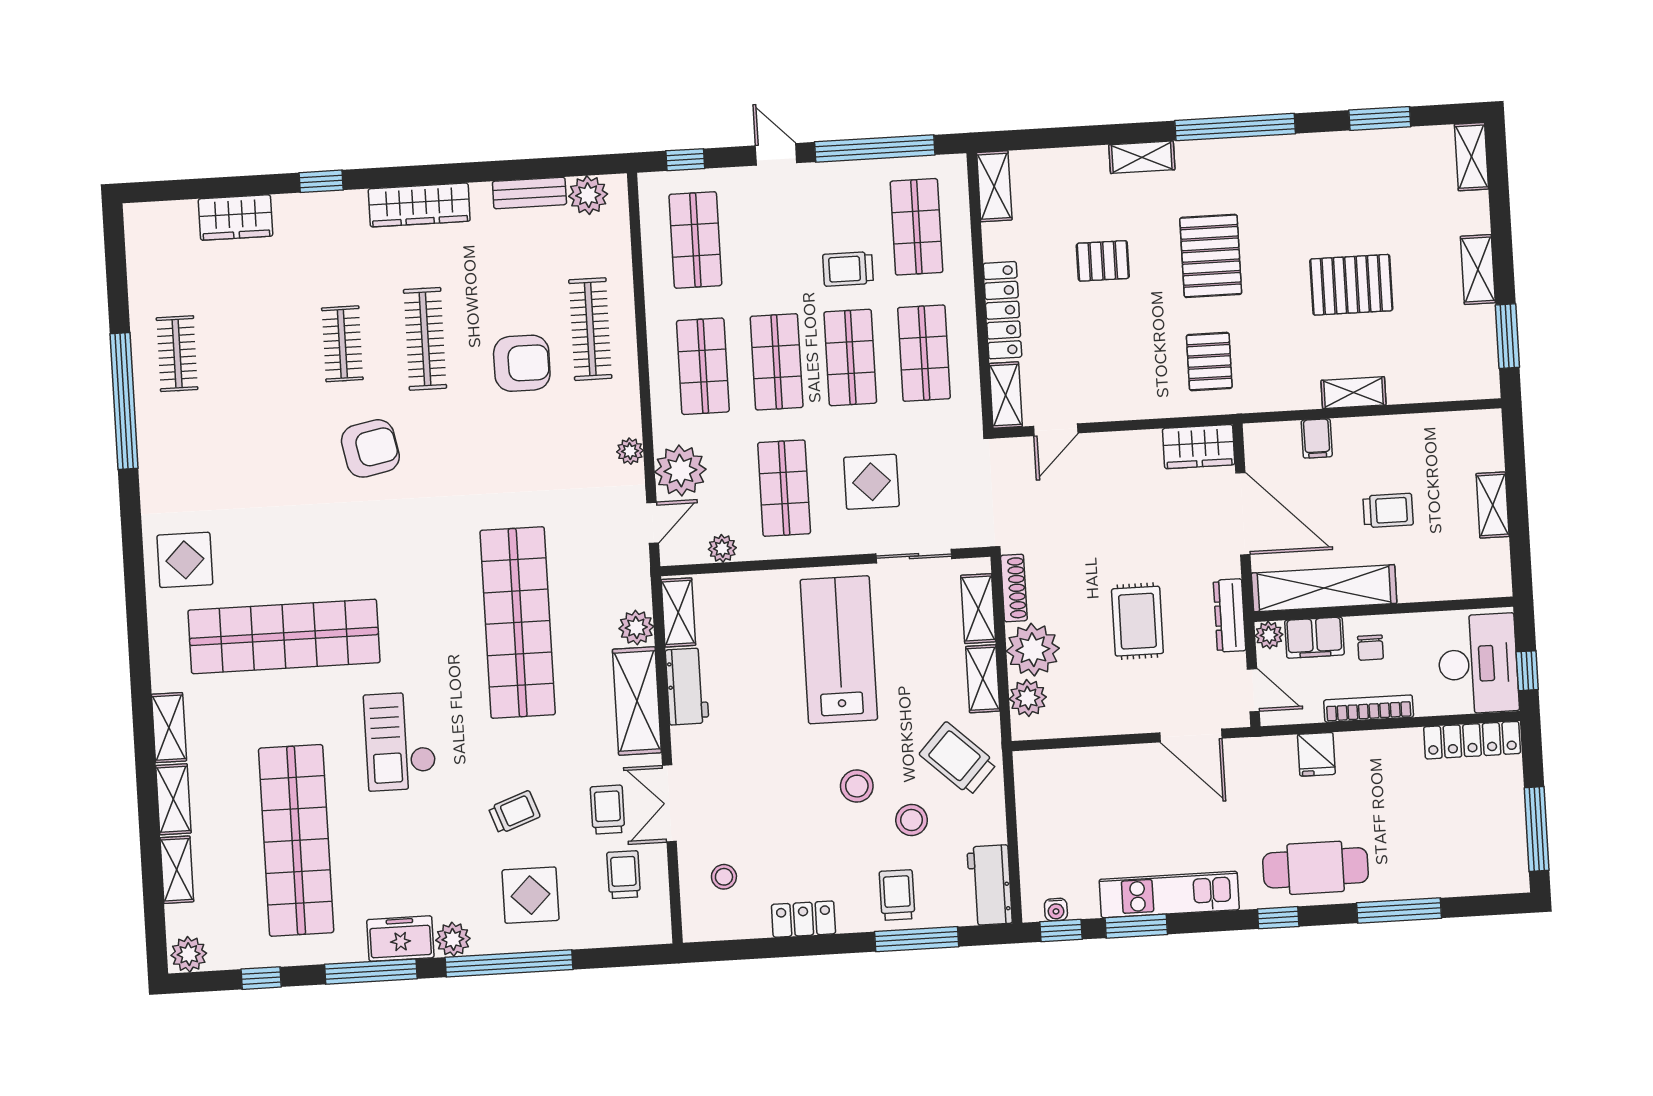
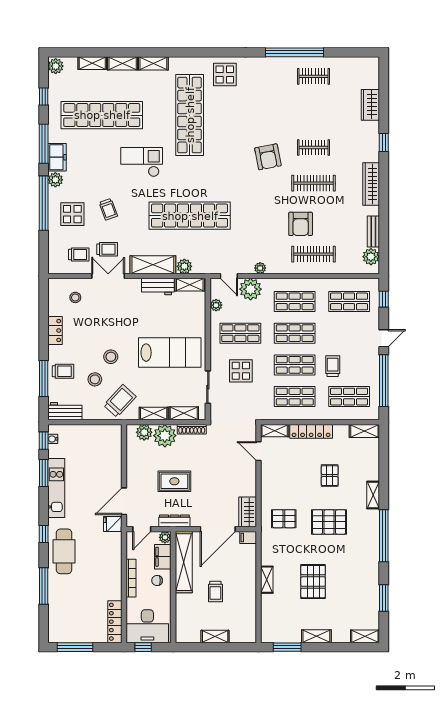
filing cabinet: (1317, 438) -> (248, 538), moved
fridge: (1316, 754) -> (113, 524), moved

